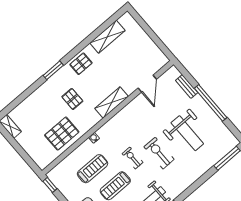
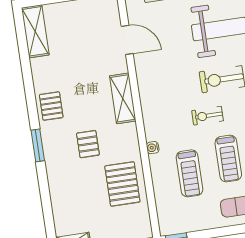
shelving: (107, 37) -> (35, 31), moved
pallet: (72, 99) -> (88, 144), turned 90
treadmill: (92, 169) -> (190, 173), turned 180

